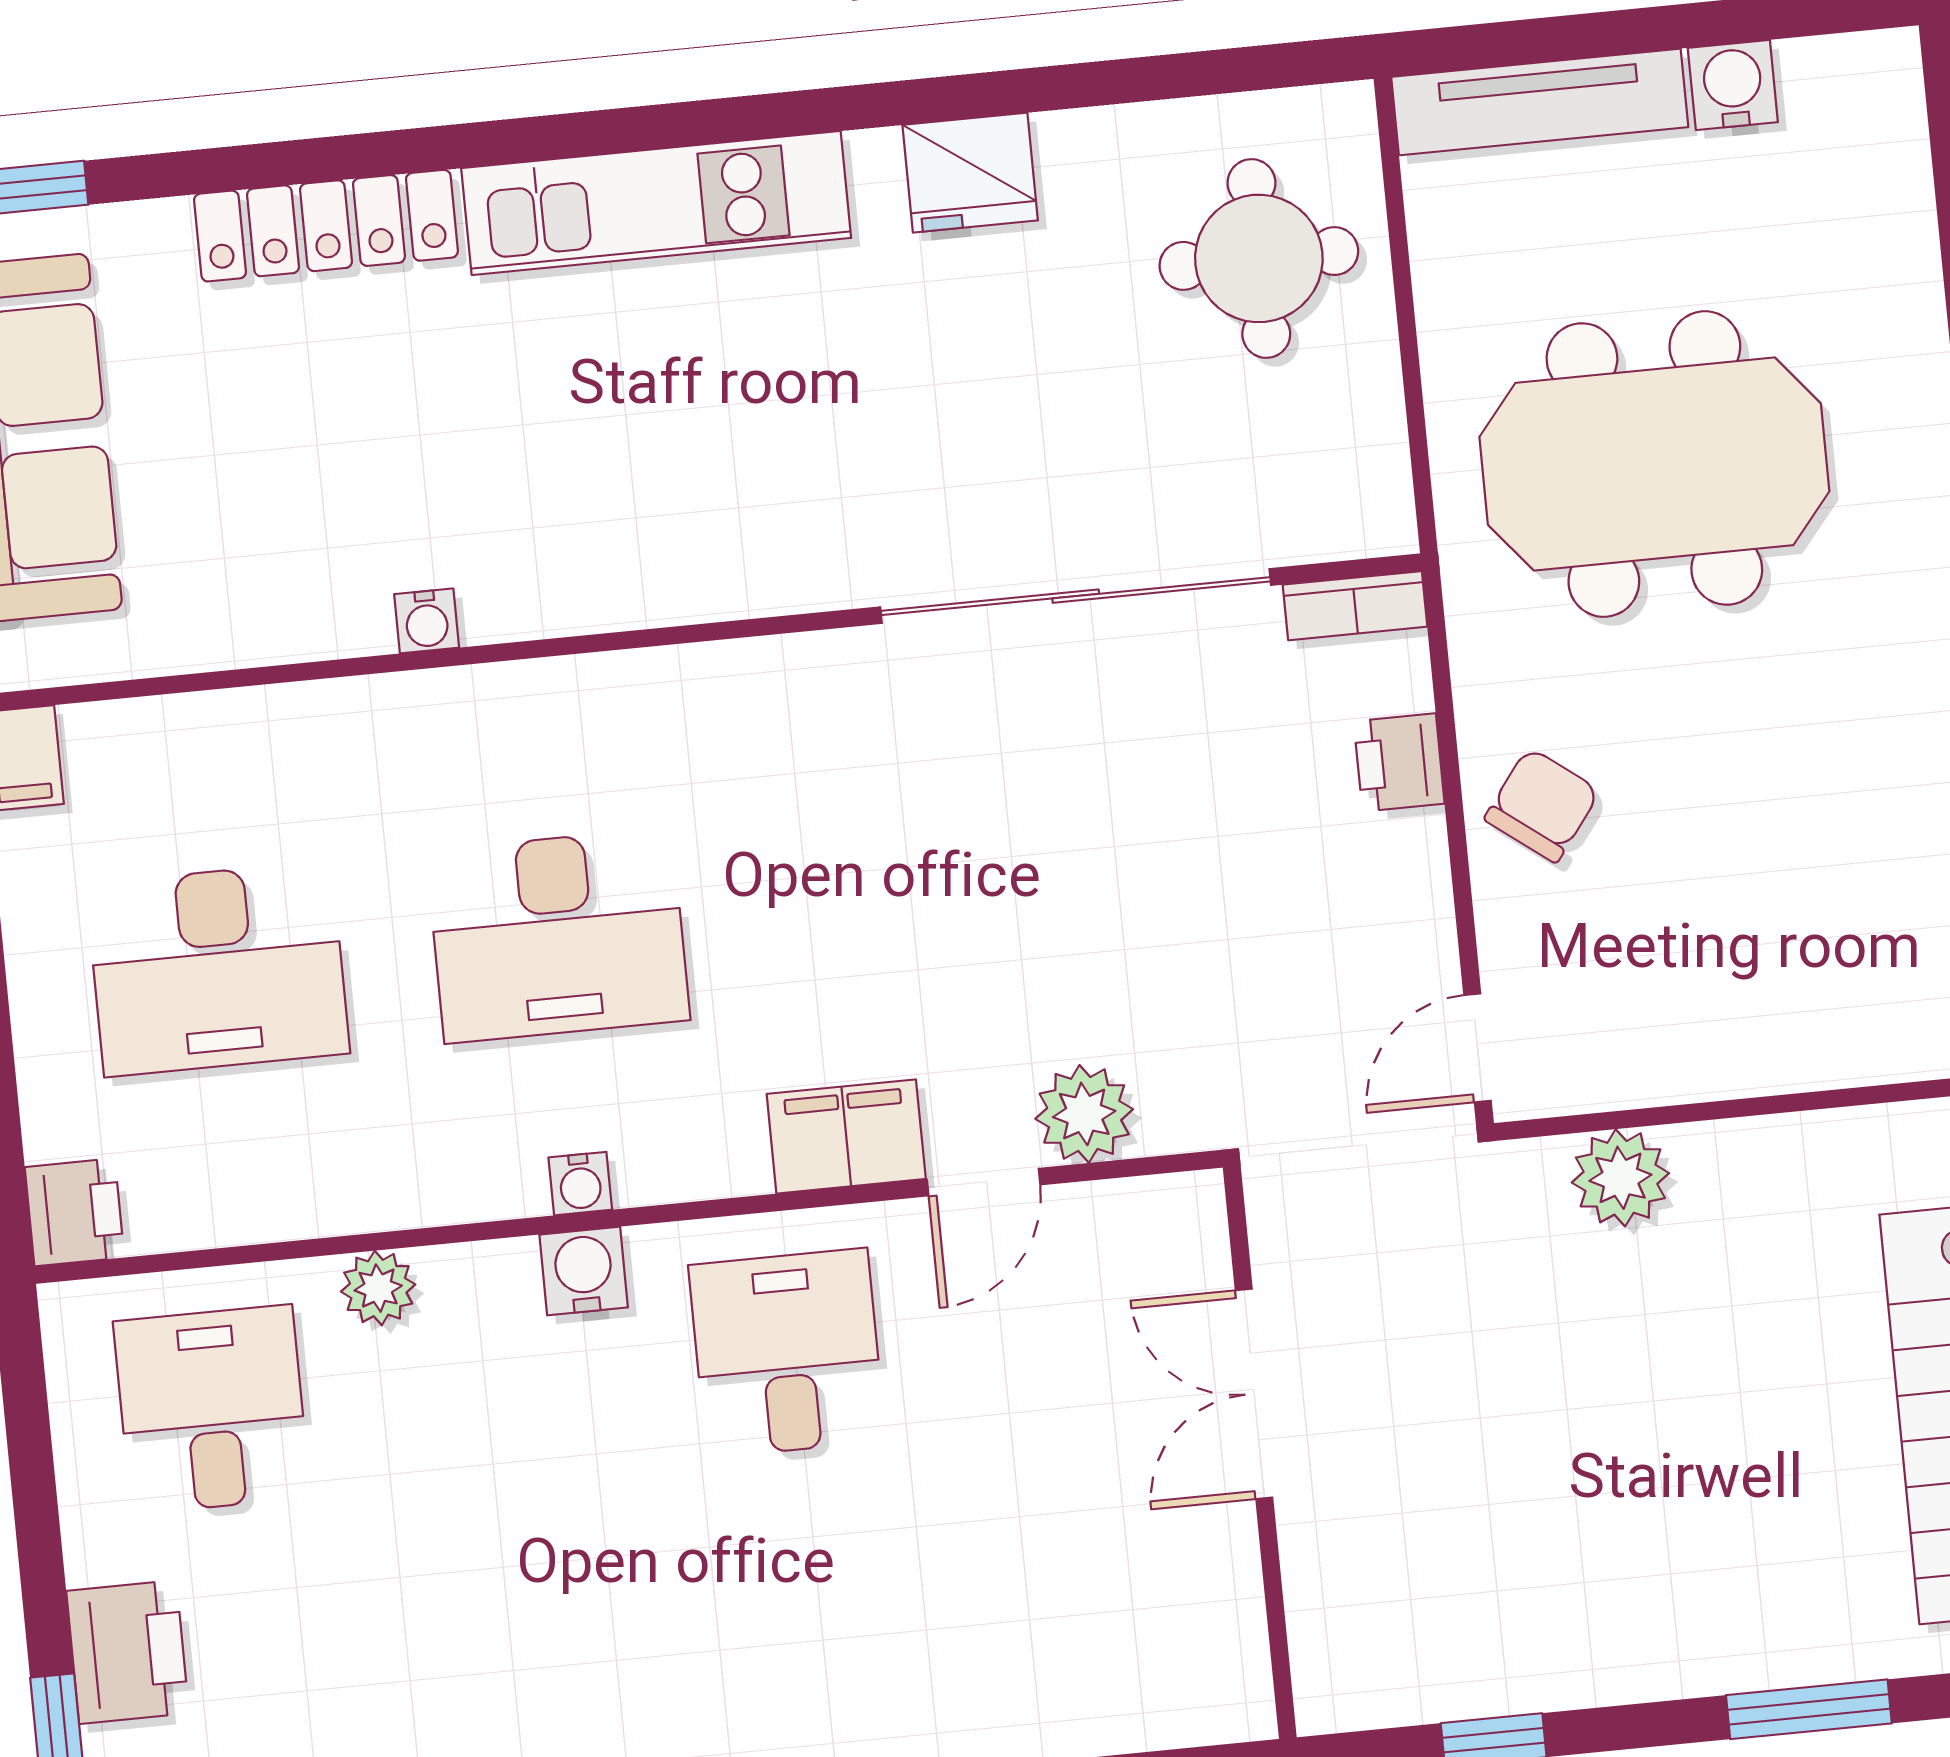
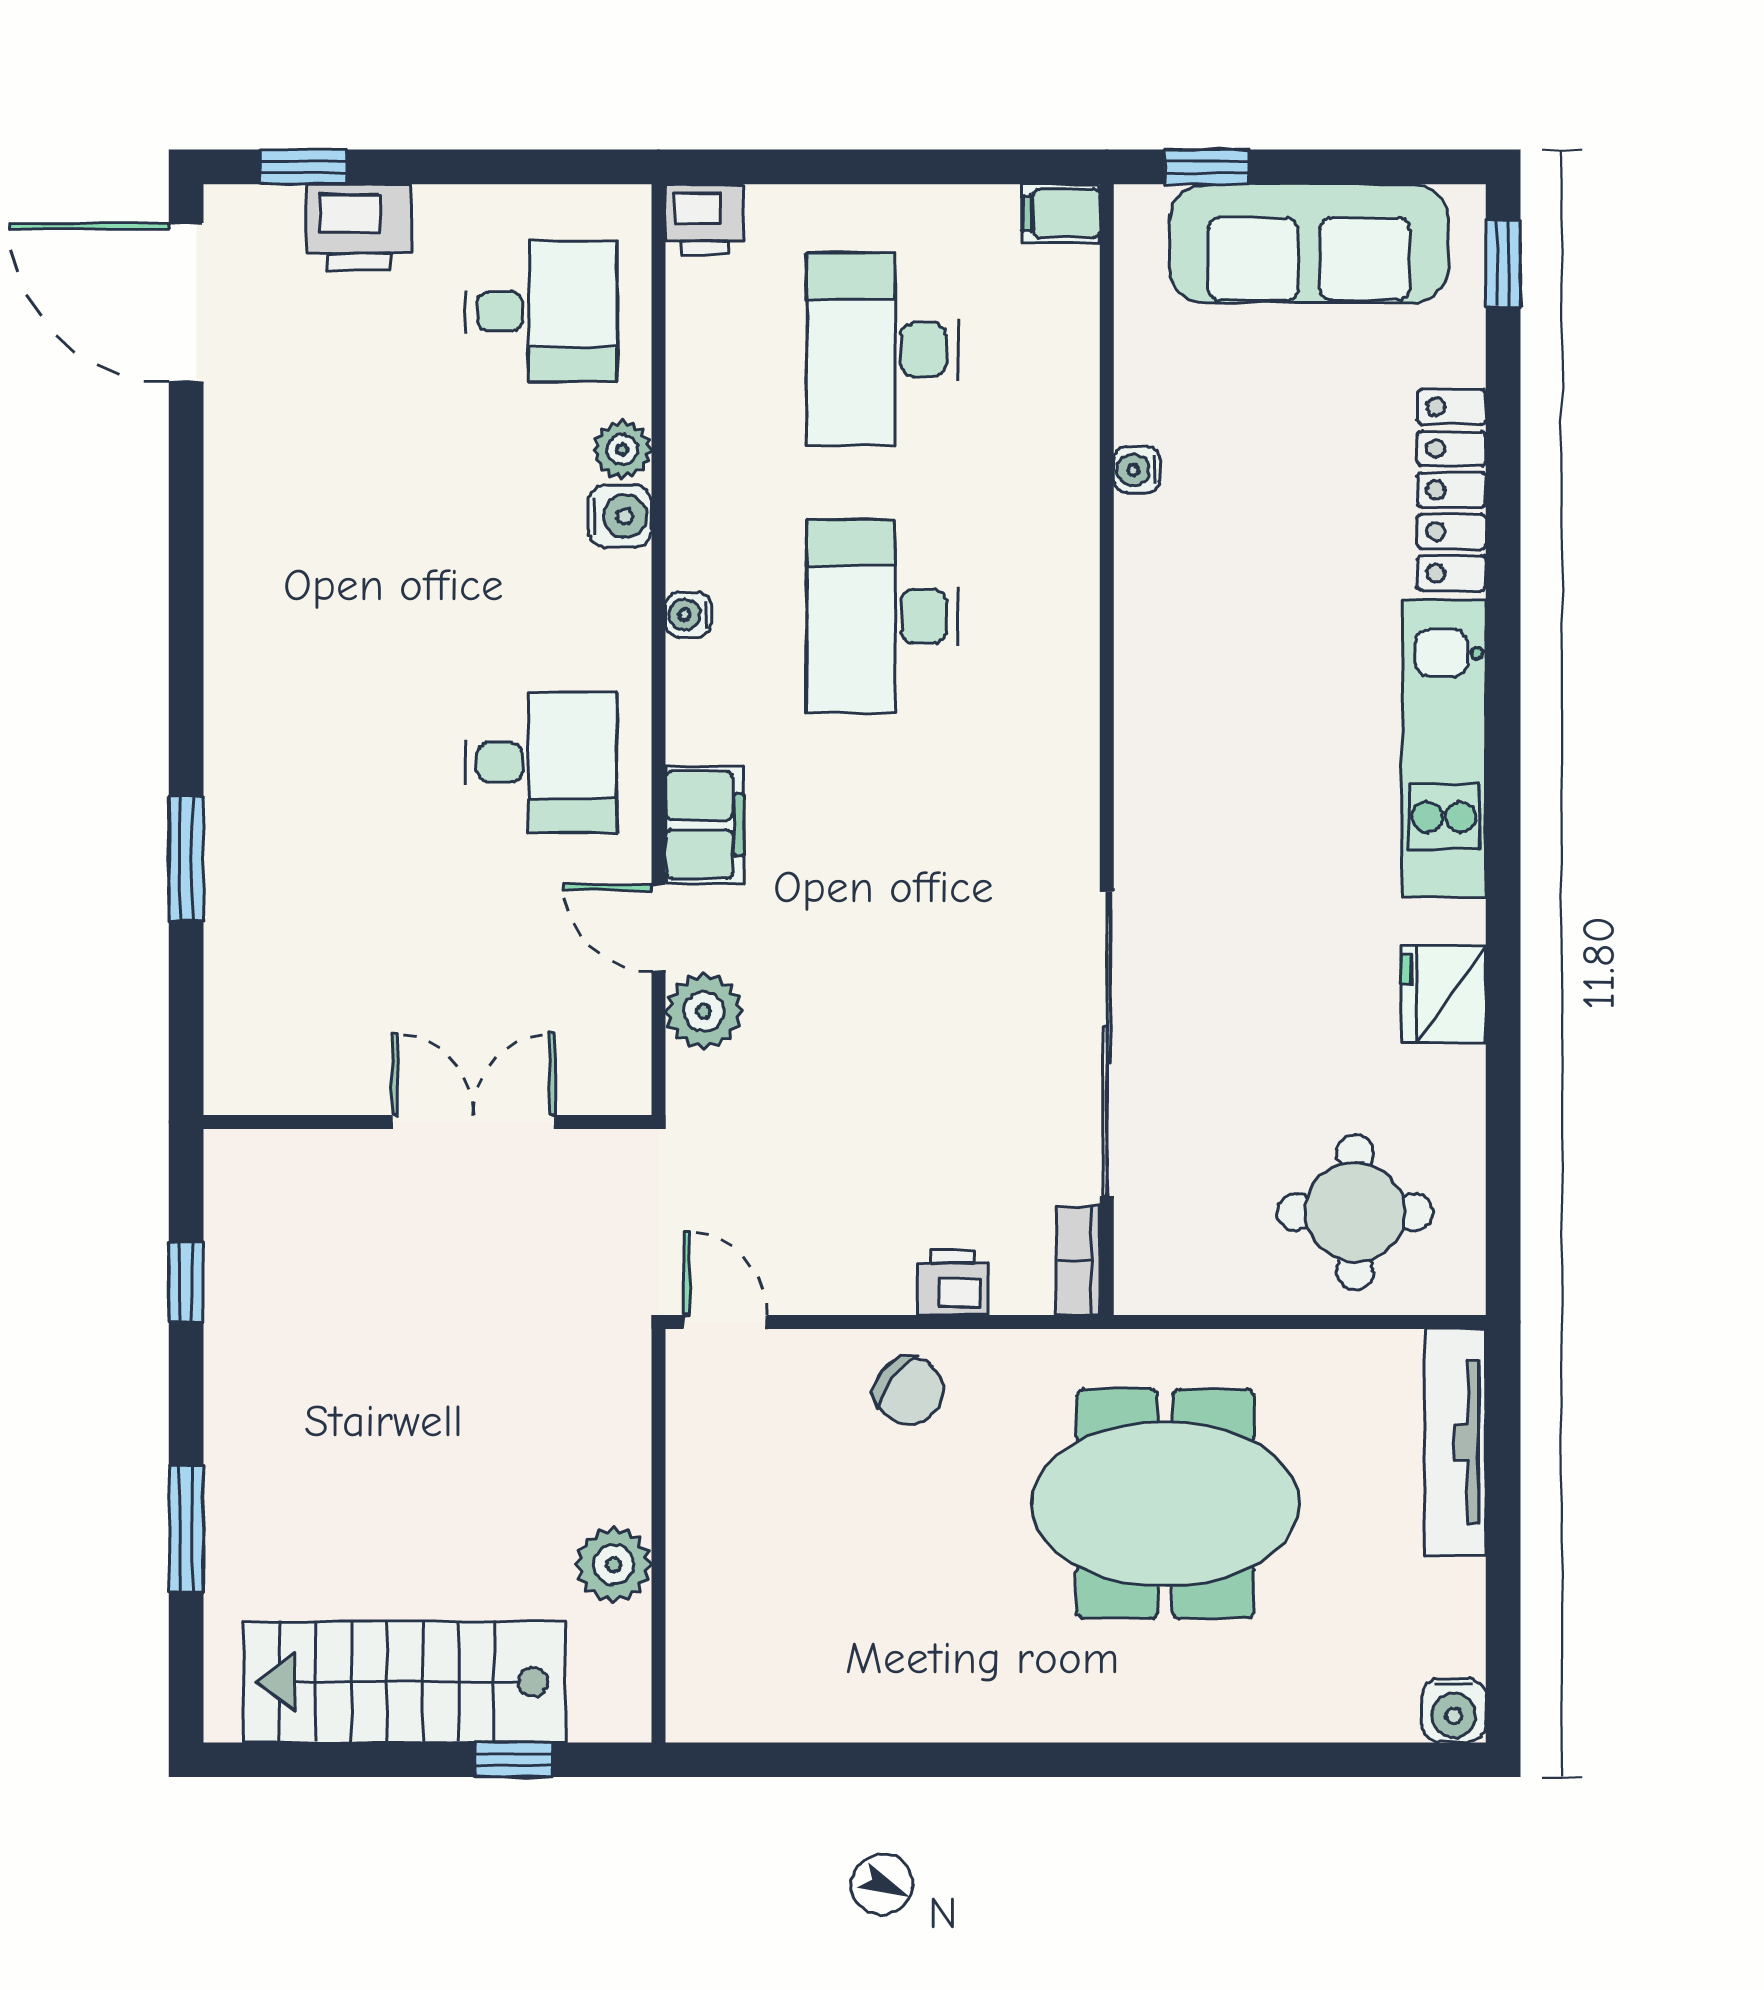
water cooler: (1733, 85) -> (1454, 1710), moved, turned 90
meeting table: (1654, 464) -> (1165, 1504), turned 90
water cooler: (427, 621) -> (1137, 470), moved
plant: (1620, 1178) -> (613, 1565), moved
water cooler: (584, 1271) -> (620, 516), moved

